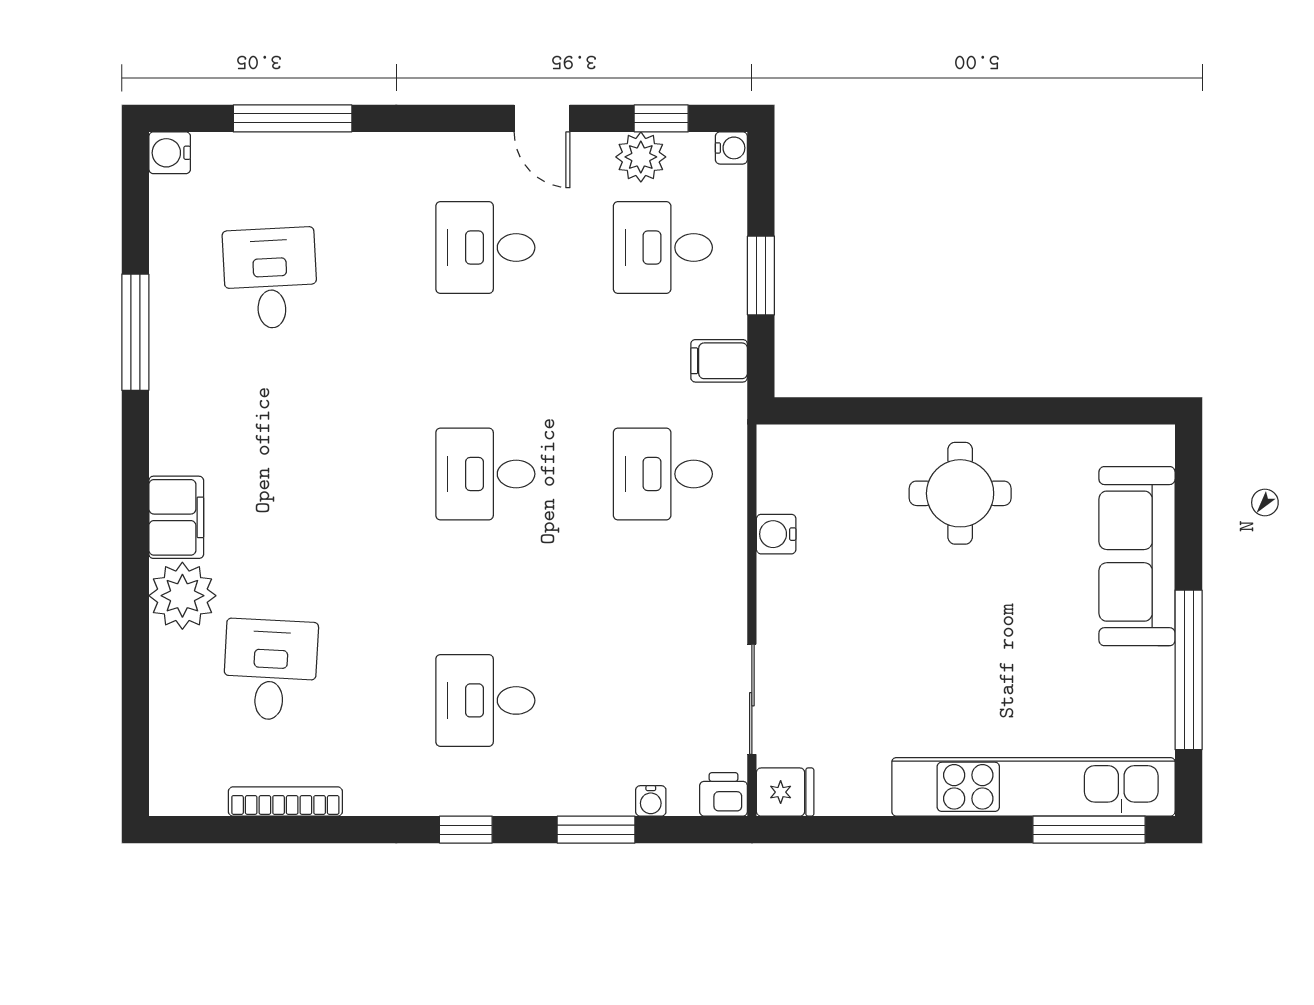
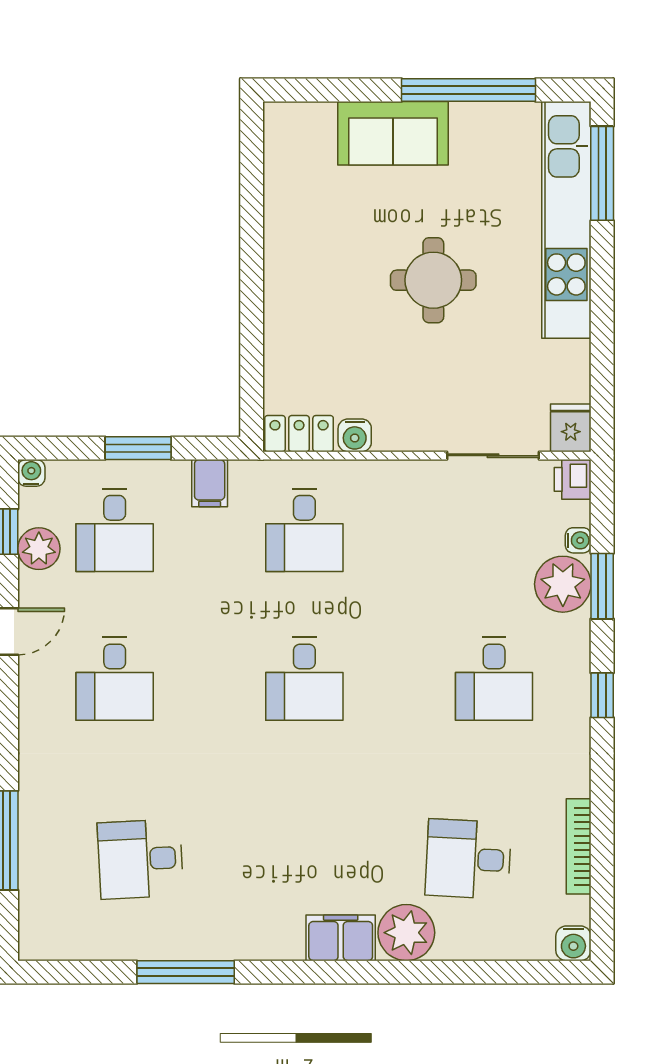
water cooler: (170, 153) -> (573, 943), moved
locker: (778, 468) -> (299, 434), added
round table: (960, 493) -> (433, 280), moved
sofa: (1137, 556) -> (393, 133), width x0.73
plant: (598, 783) -> (563, 584), added

